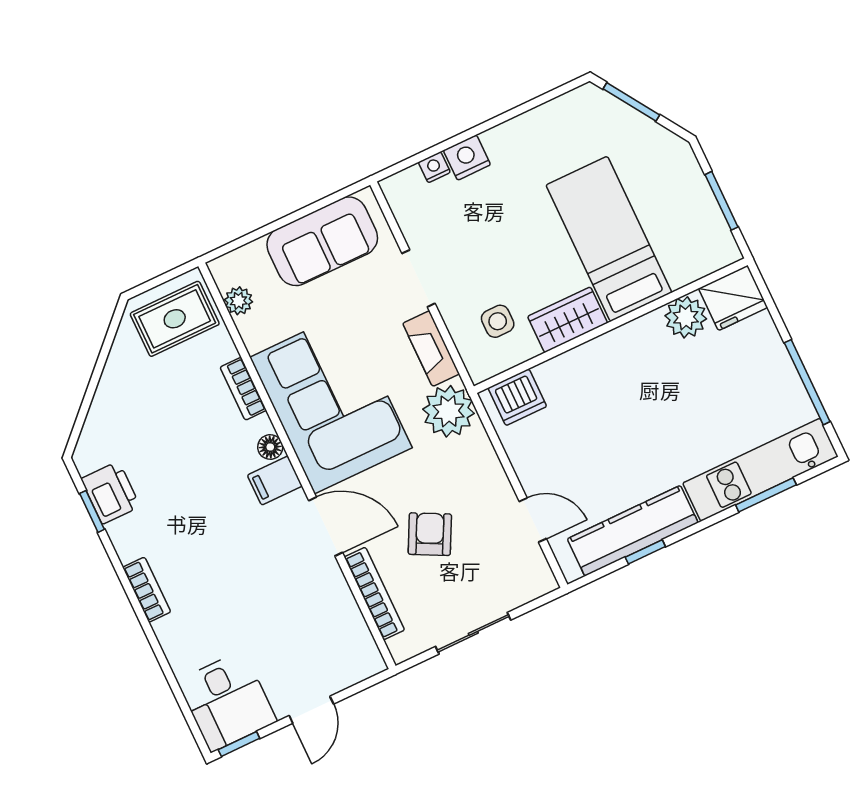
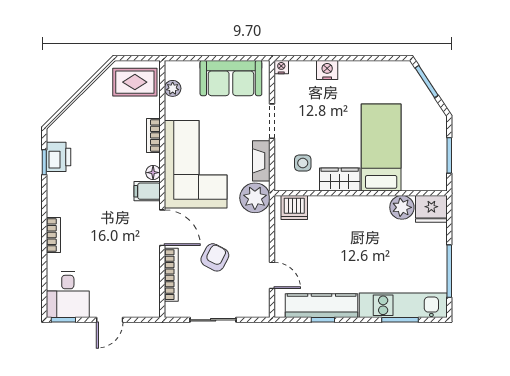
nightstand: (434, 167) -> (281, 67), moved
bookcase: (147, 590) -> (53, 235), moved

